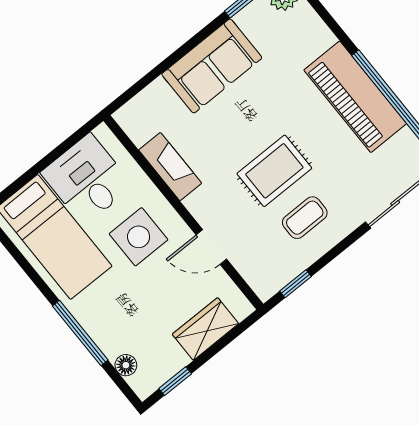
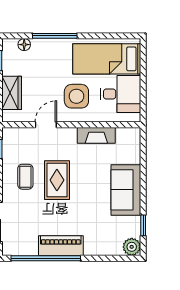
piano: (355, 97) -> (61, 246), width x0.73, depth x0.75

